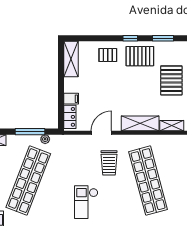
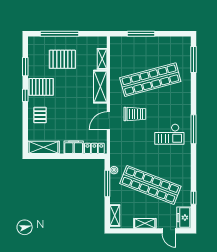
pallet: (140, 56) -> (41, 87), turned 90
filing cabinet: (71, 99) -> (74, 147), width x2.00
door: (101, 133) -> (108, 121), hinge flipped

